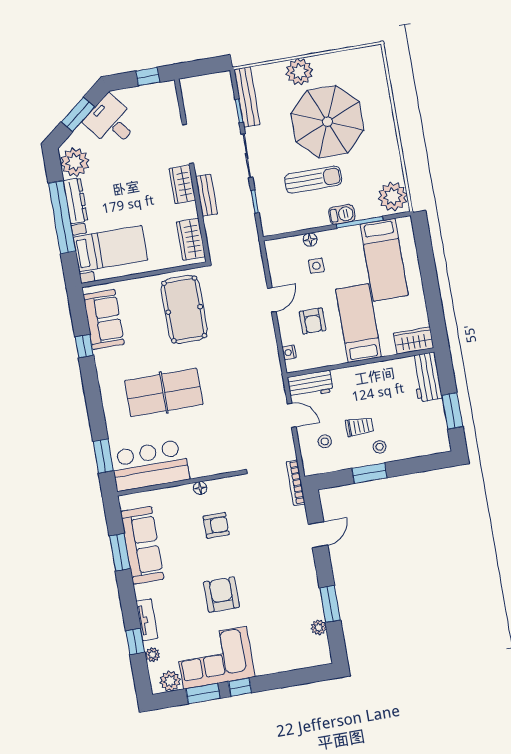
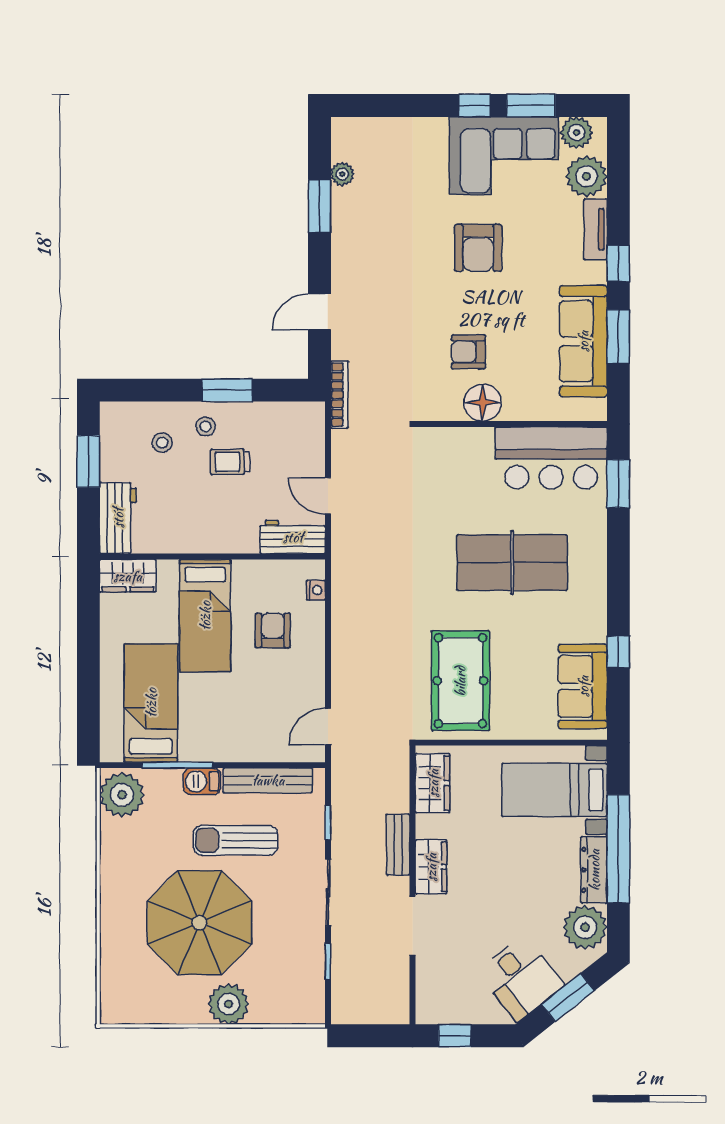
bench: (247, 97) -> (268, 780), moved, turned 90
floor lamp: (310, 240) -> (256, 752), removed
side table: (316, 266) -> (253, 712), removed
door: (272, 300) -> (328, 727), moved
stool: (325, 441) -> (162, 443), moved
floor lamp: (200, 488) -> (483, 403), width x1.89, depth x1.89
window: (135, 642) -> (618, 264), moved
plant: (152, 655) -> (587, 176), width x1.88, depth x1.88

